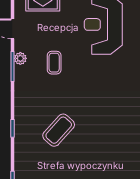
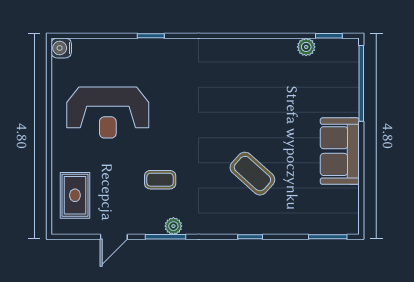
plant: (20, 58) -> (173, 226), moved

